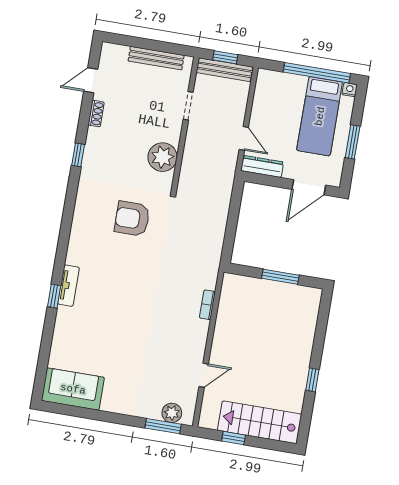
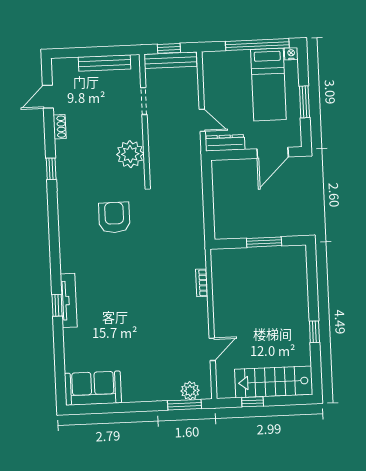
armchair: (132, 219) -> (114, 217), turned 90
tv unit: (68, 286) -> (69, 300), width x1.41

